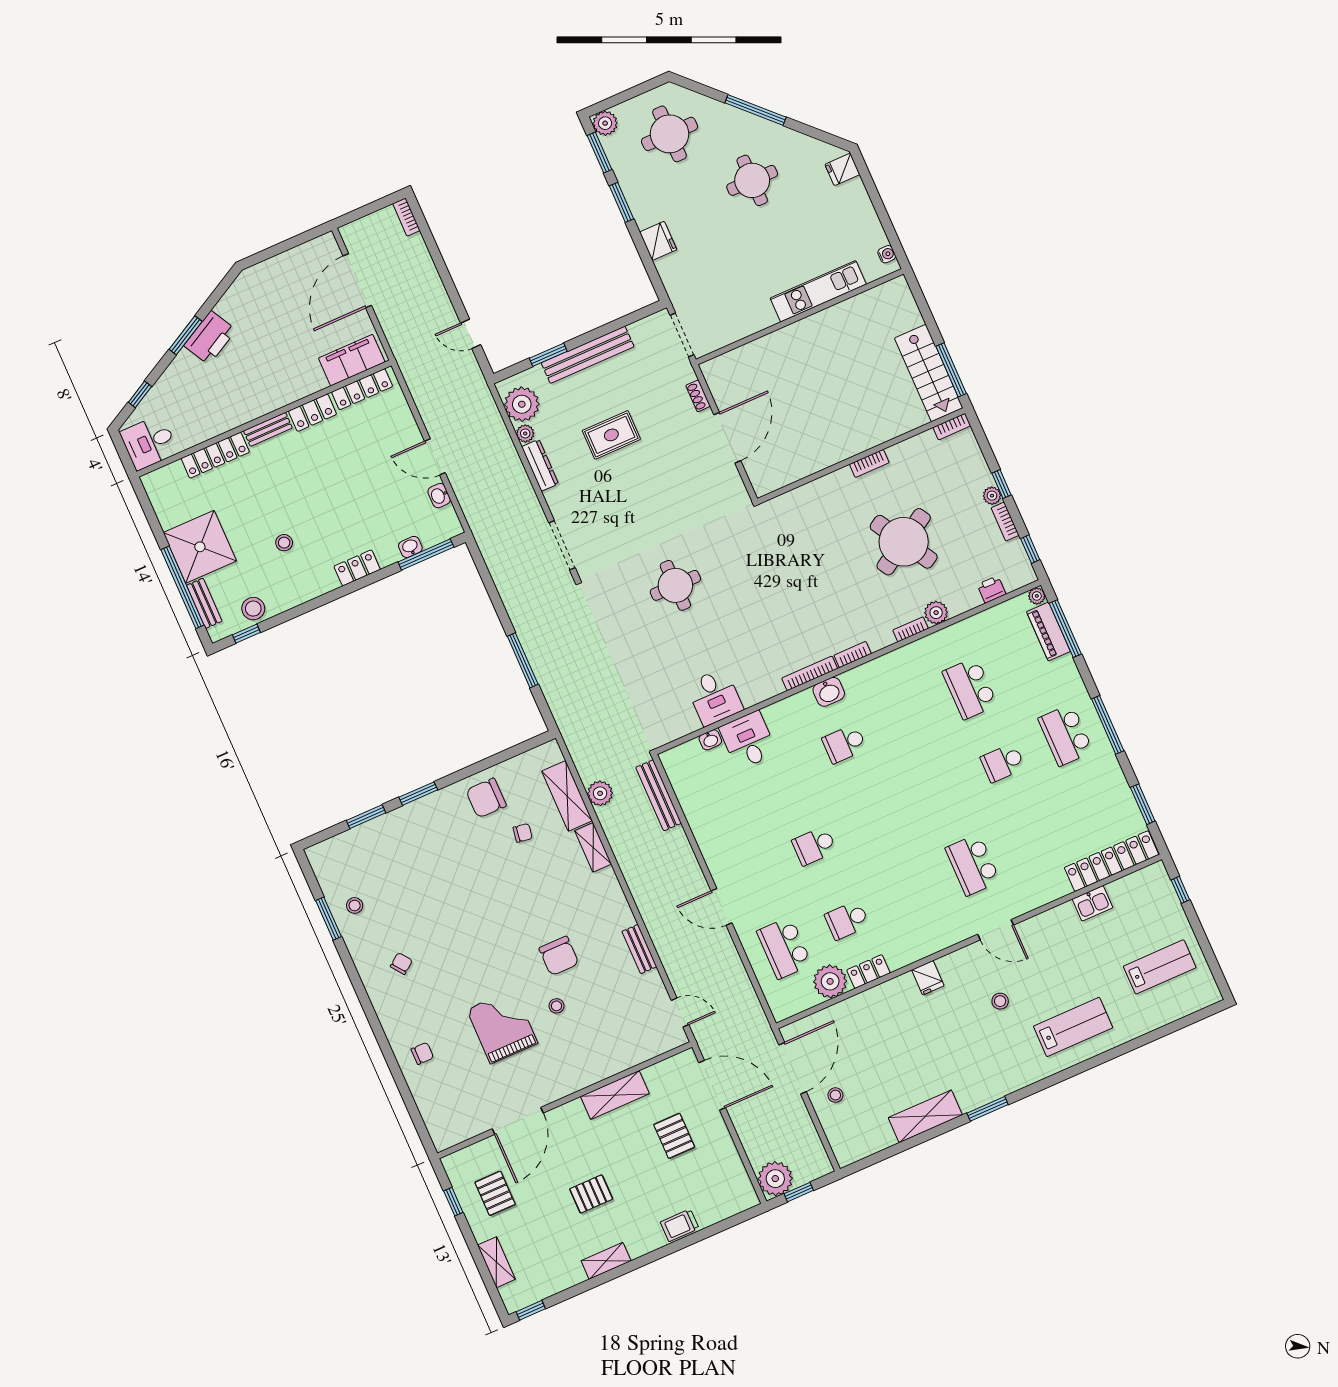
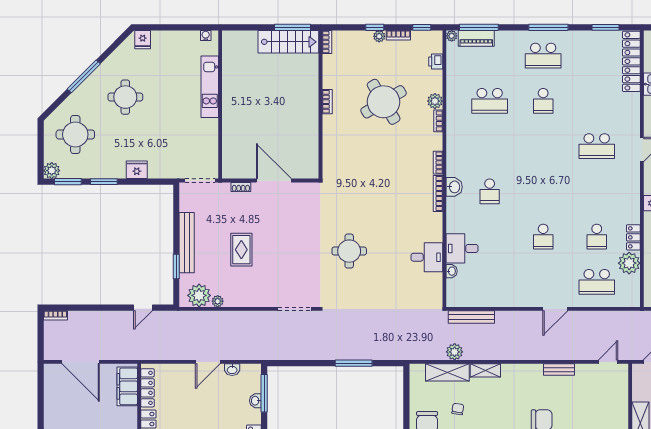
dresser: (540, 465) -> (241, 301), removed

